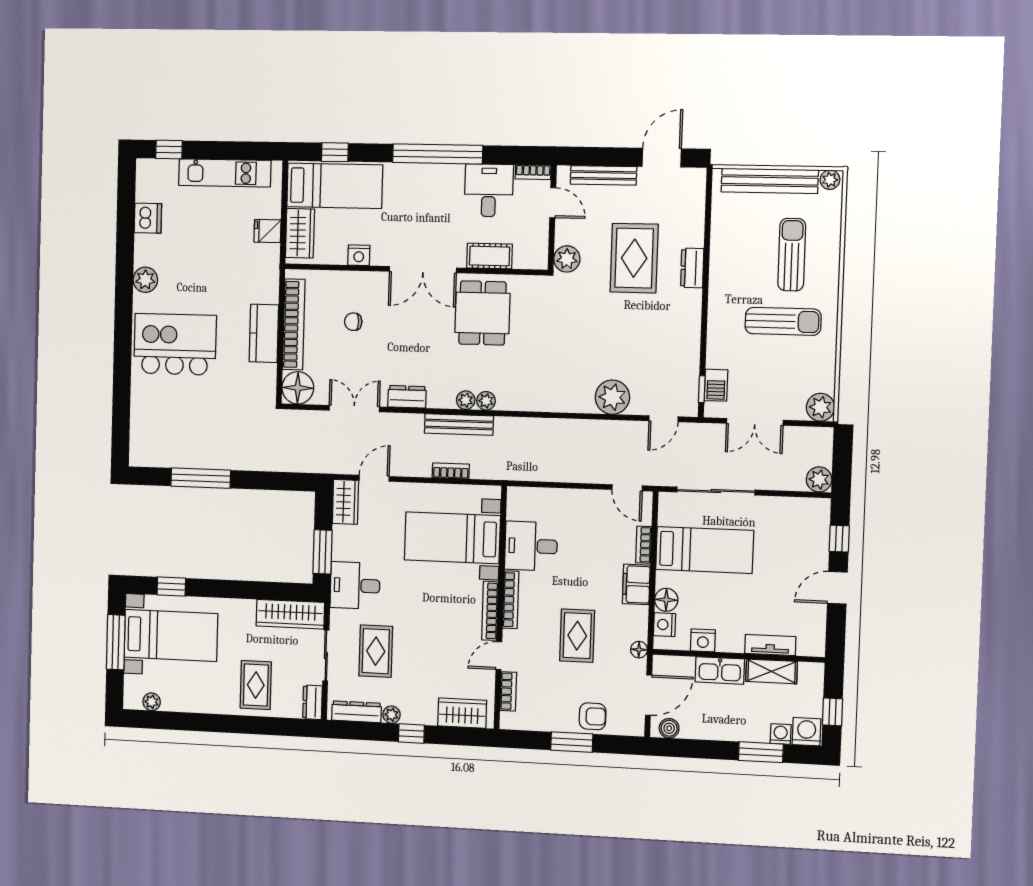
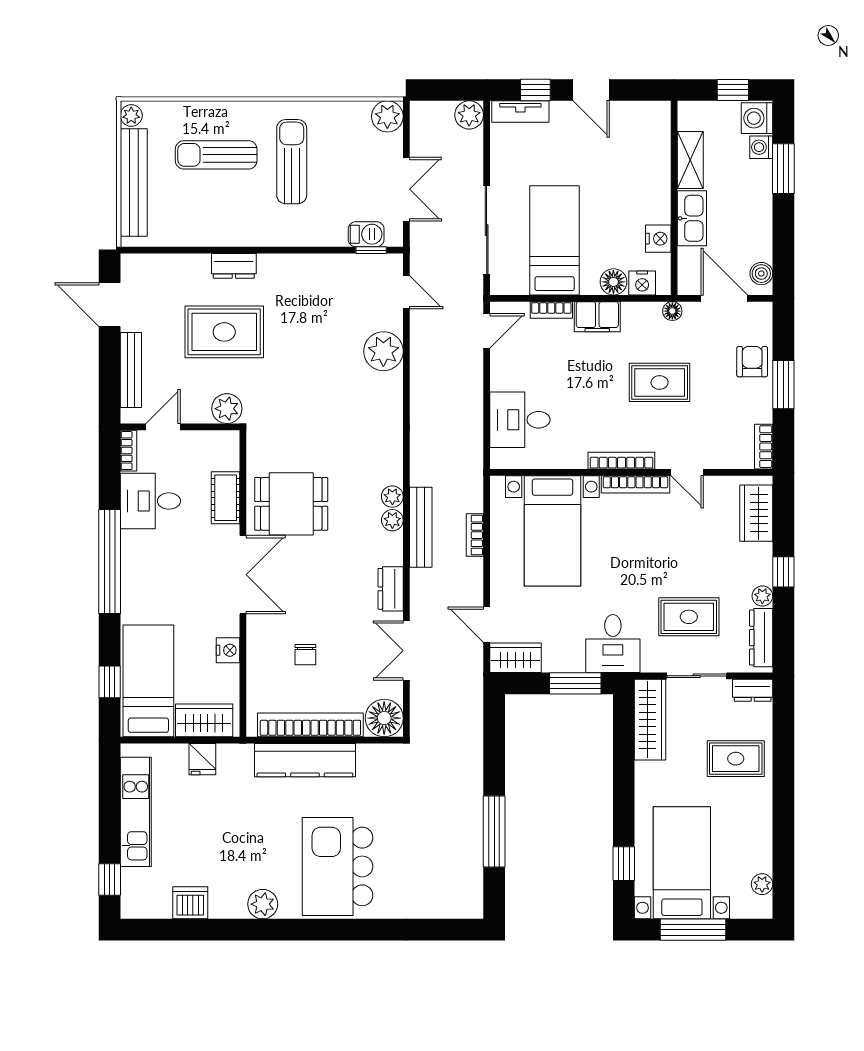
kitchen counter: (264, 333) -> (305, 760), width x1.50
desk: (531, 546) -> (520, 420), moved, turned 90
tv unit: (770, 645) -> (520, 112), moved, turned -90
bookcase: (508, 691) -> (764, 447), moved, turned -90

